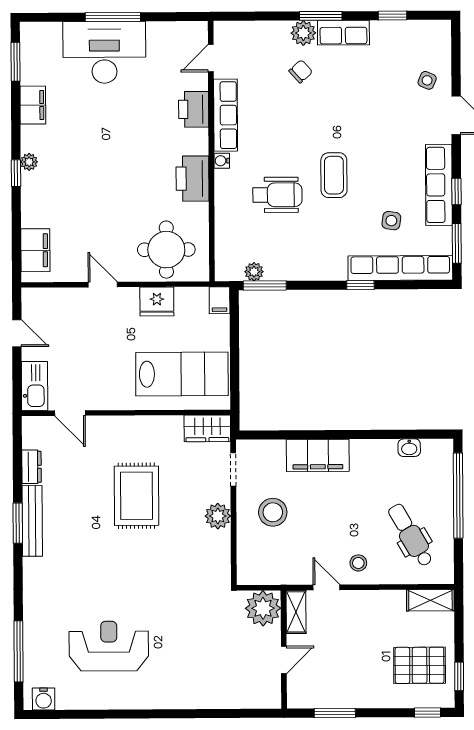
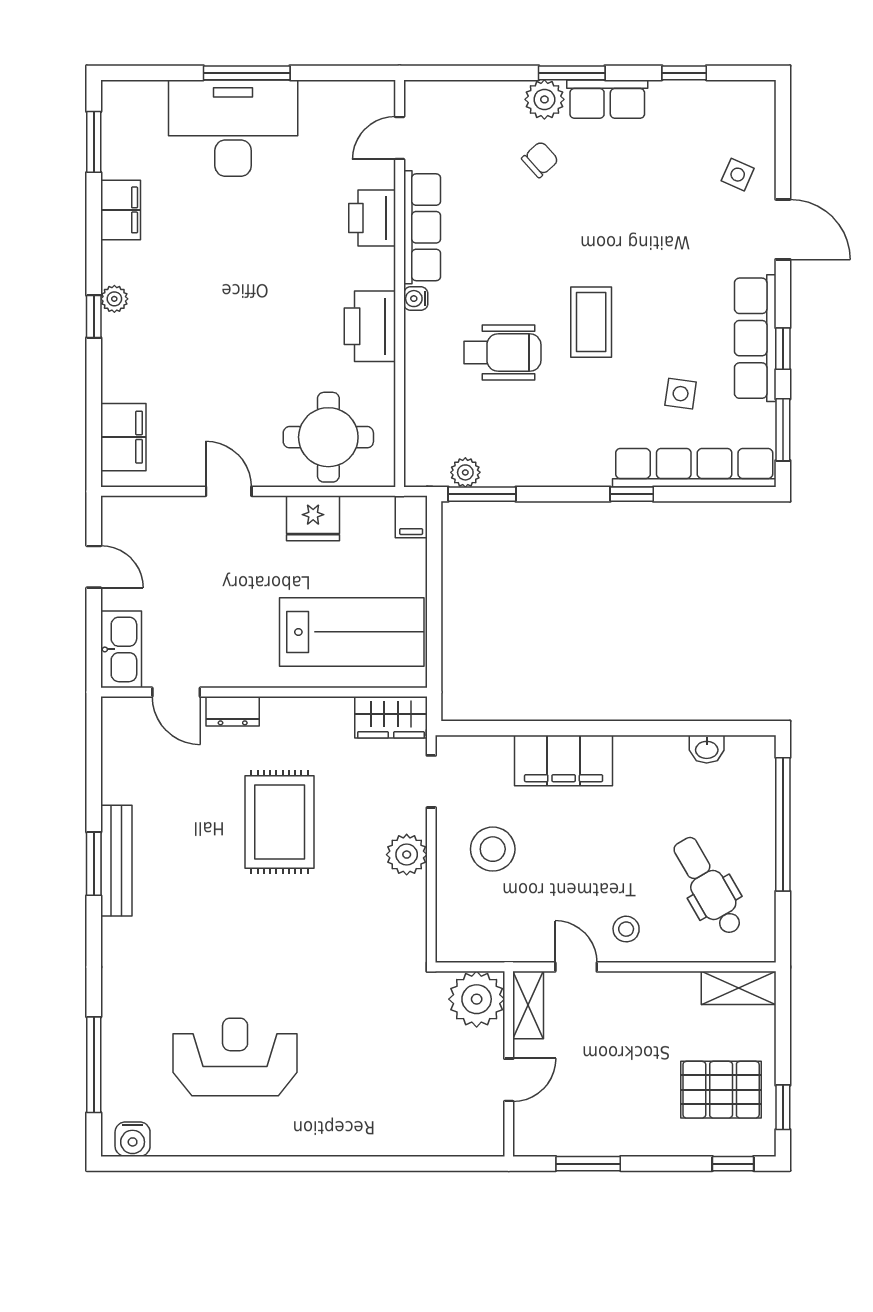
dresser: (32, 467) -> (233, 711), moved, turned 90

